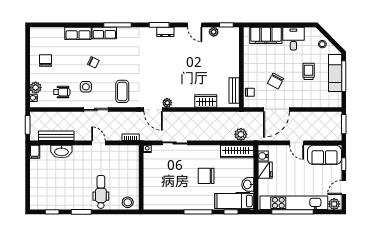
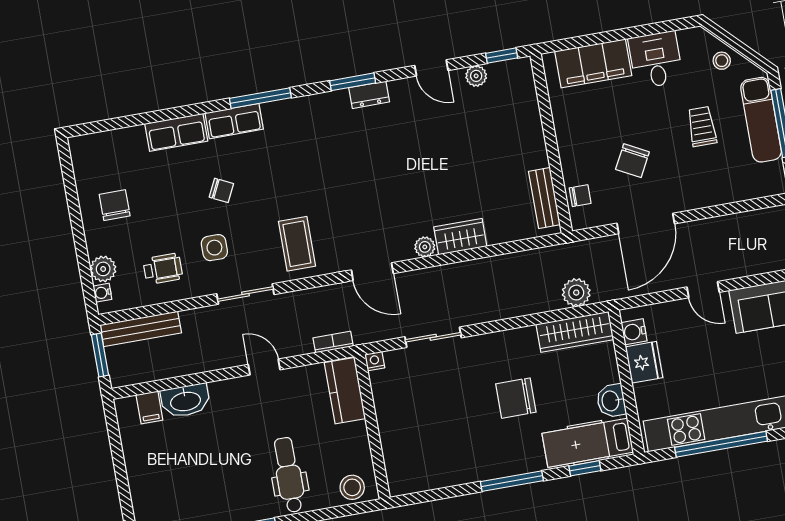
wardrobe: (206, 101) -> (460, 237), moved
plant: (167, 103) -> (425, 247), moved
bench: (56, 136) -> (141, 329), moved
filing cabinet: (35, 152) -> (149, 407), moved
kitchen counter: (132, 159) -> (345, 391), added

